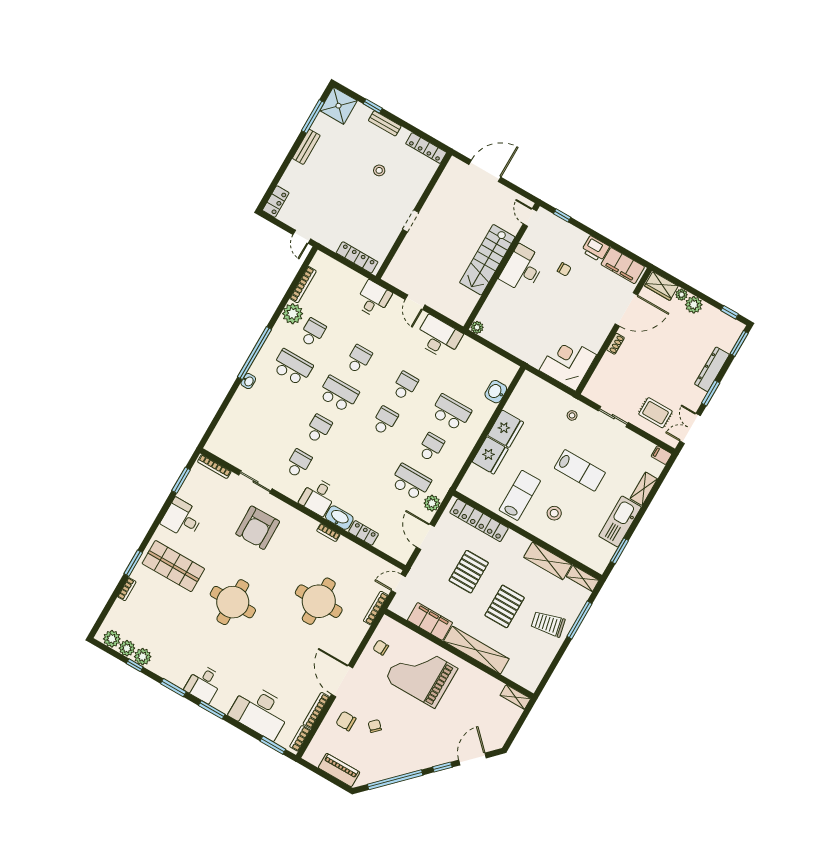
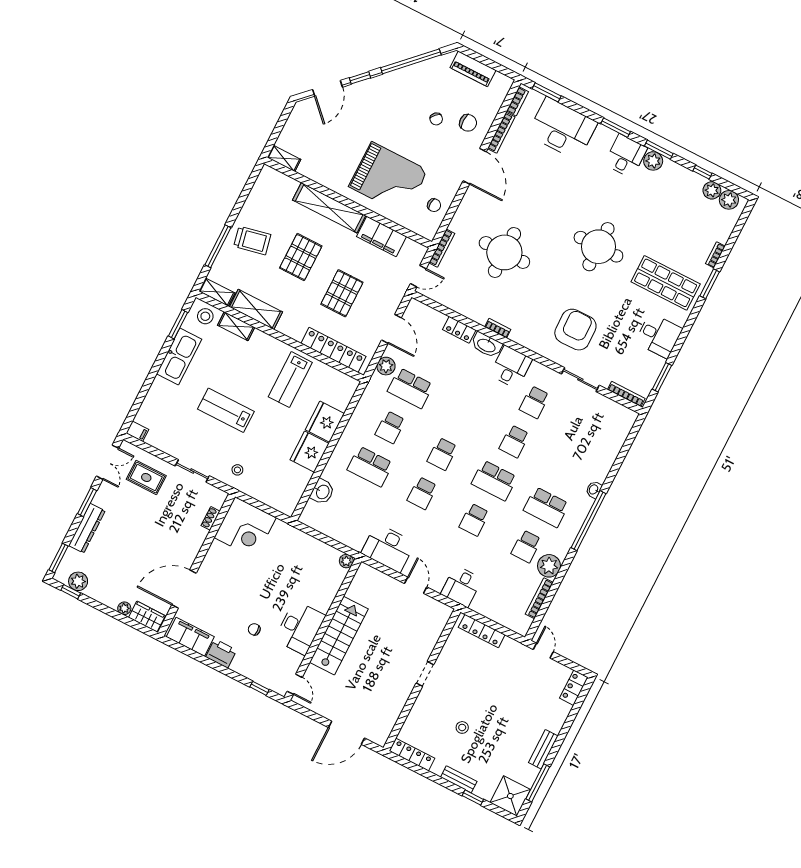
plant: (694, 305) -> (78, 581), moved
shoe rack: (615, 344) -> (211, 518), moved
shelving: (644, 489) -> (236, 326), moved, turned 90
stool: (554, 513) -> (205, 316), moved
plant: (143, 657) -> (653, 161), moved

